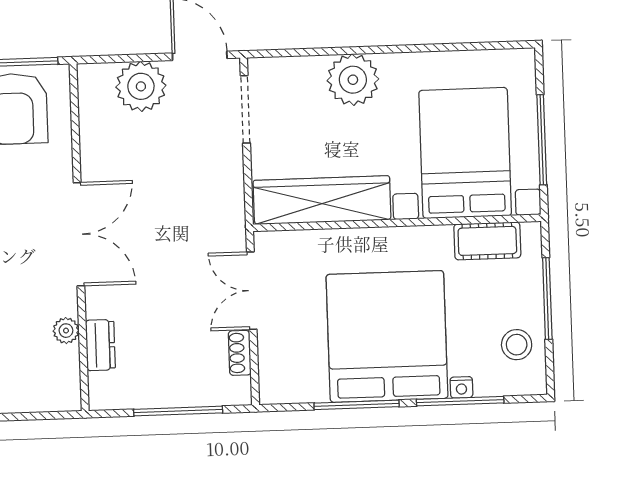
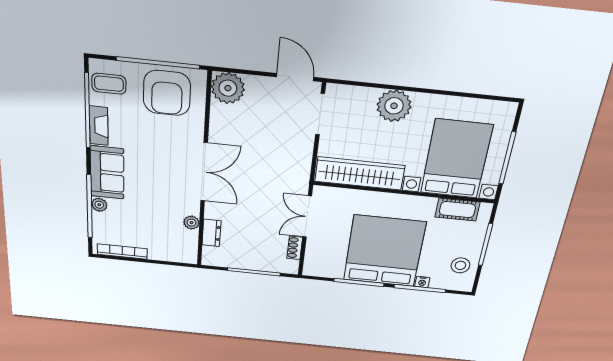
plant: (141, 86) -> (228, 88), moved

